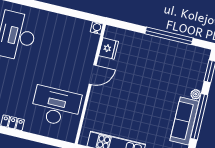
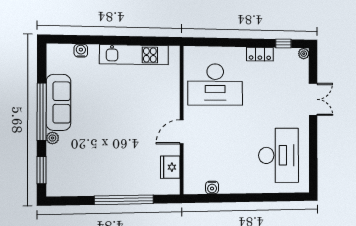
water cooler: (97, 28) -> (212, 187), moved
window: (169, 36) -> (124, 200), moved

